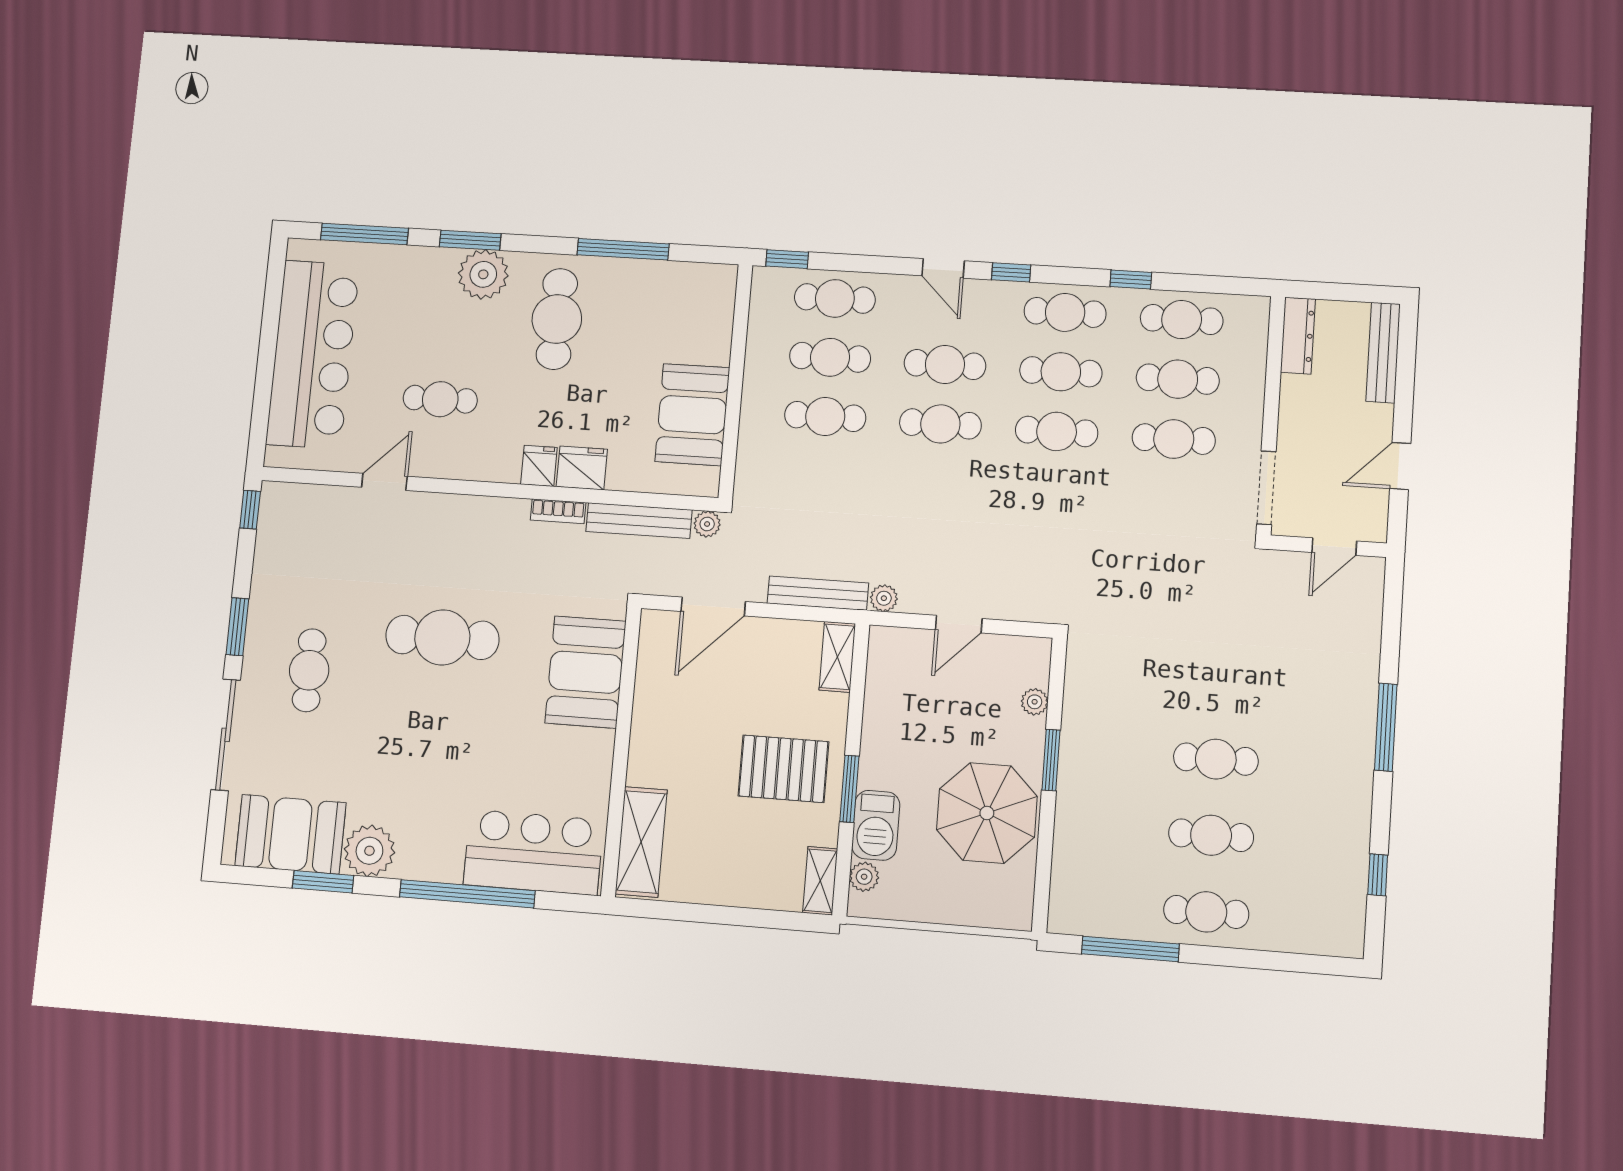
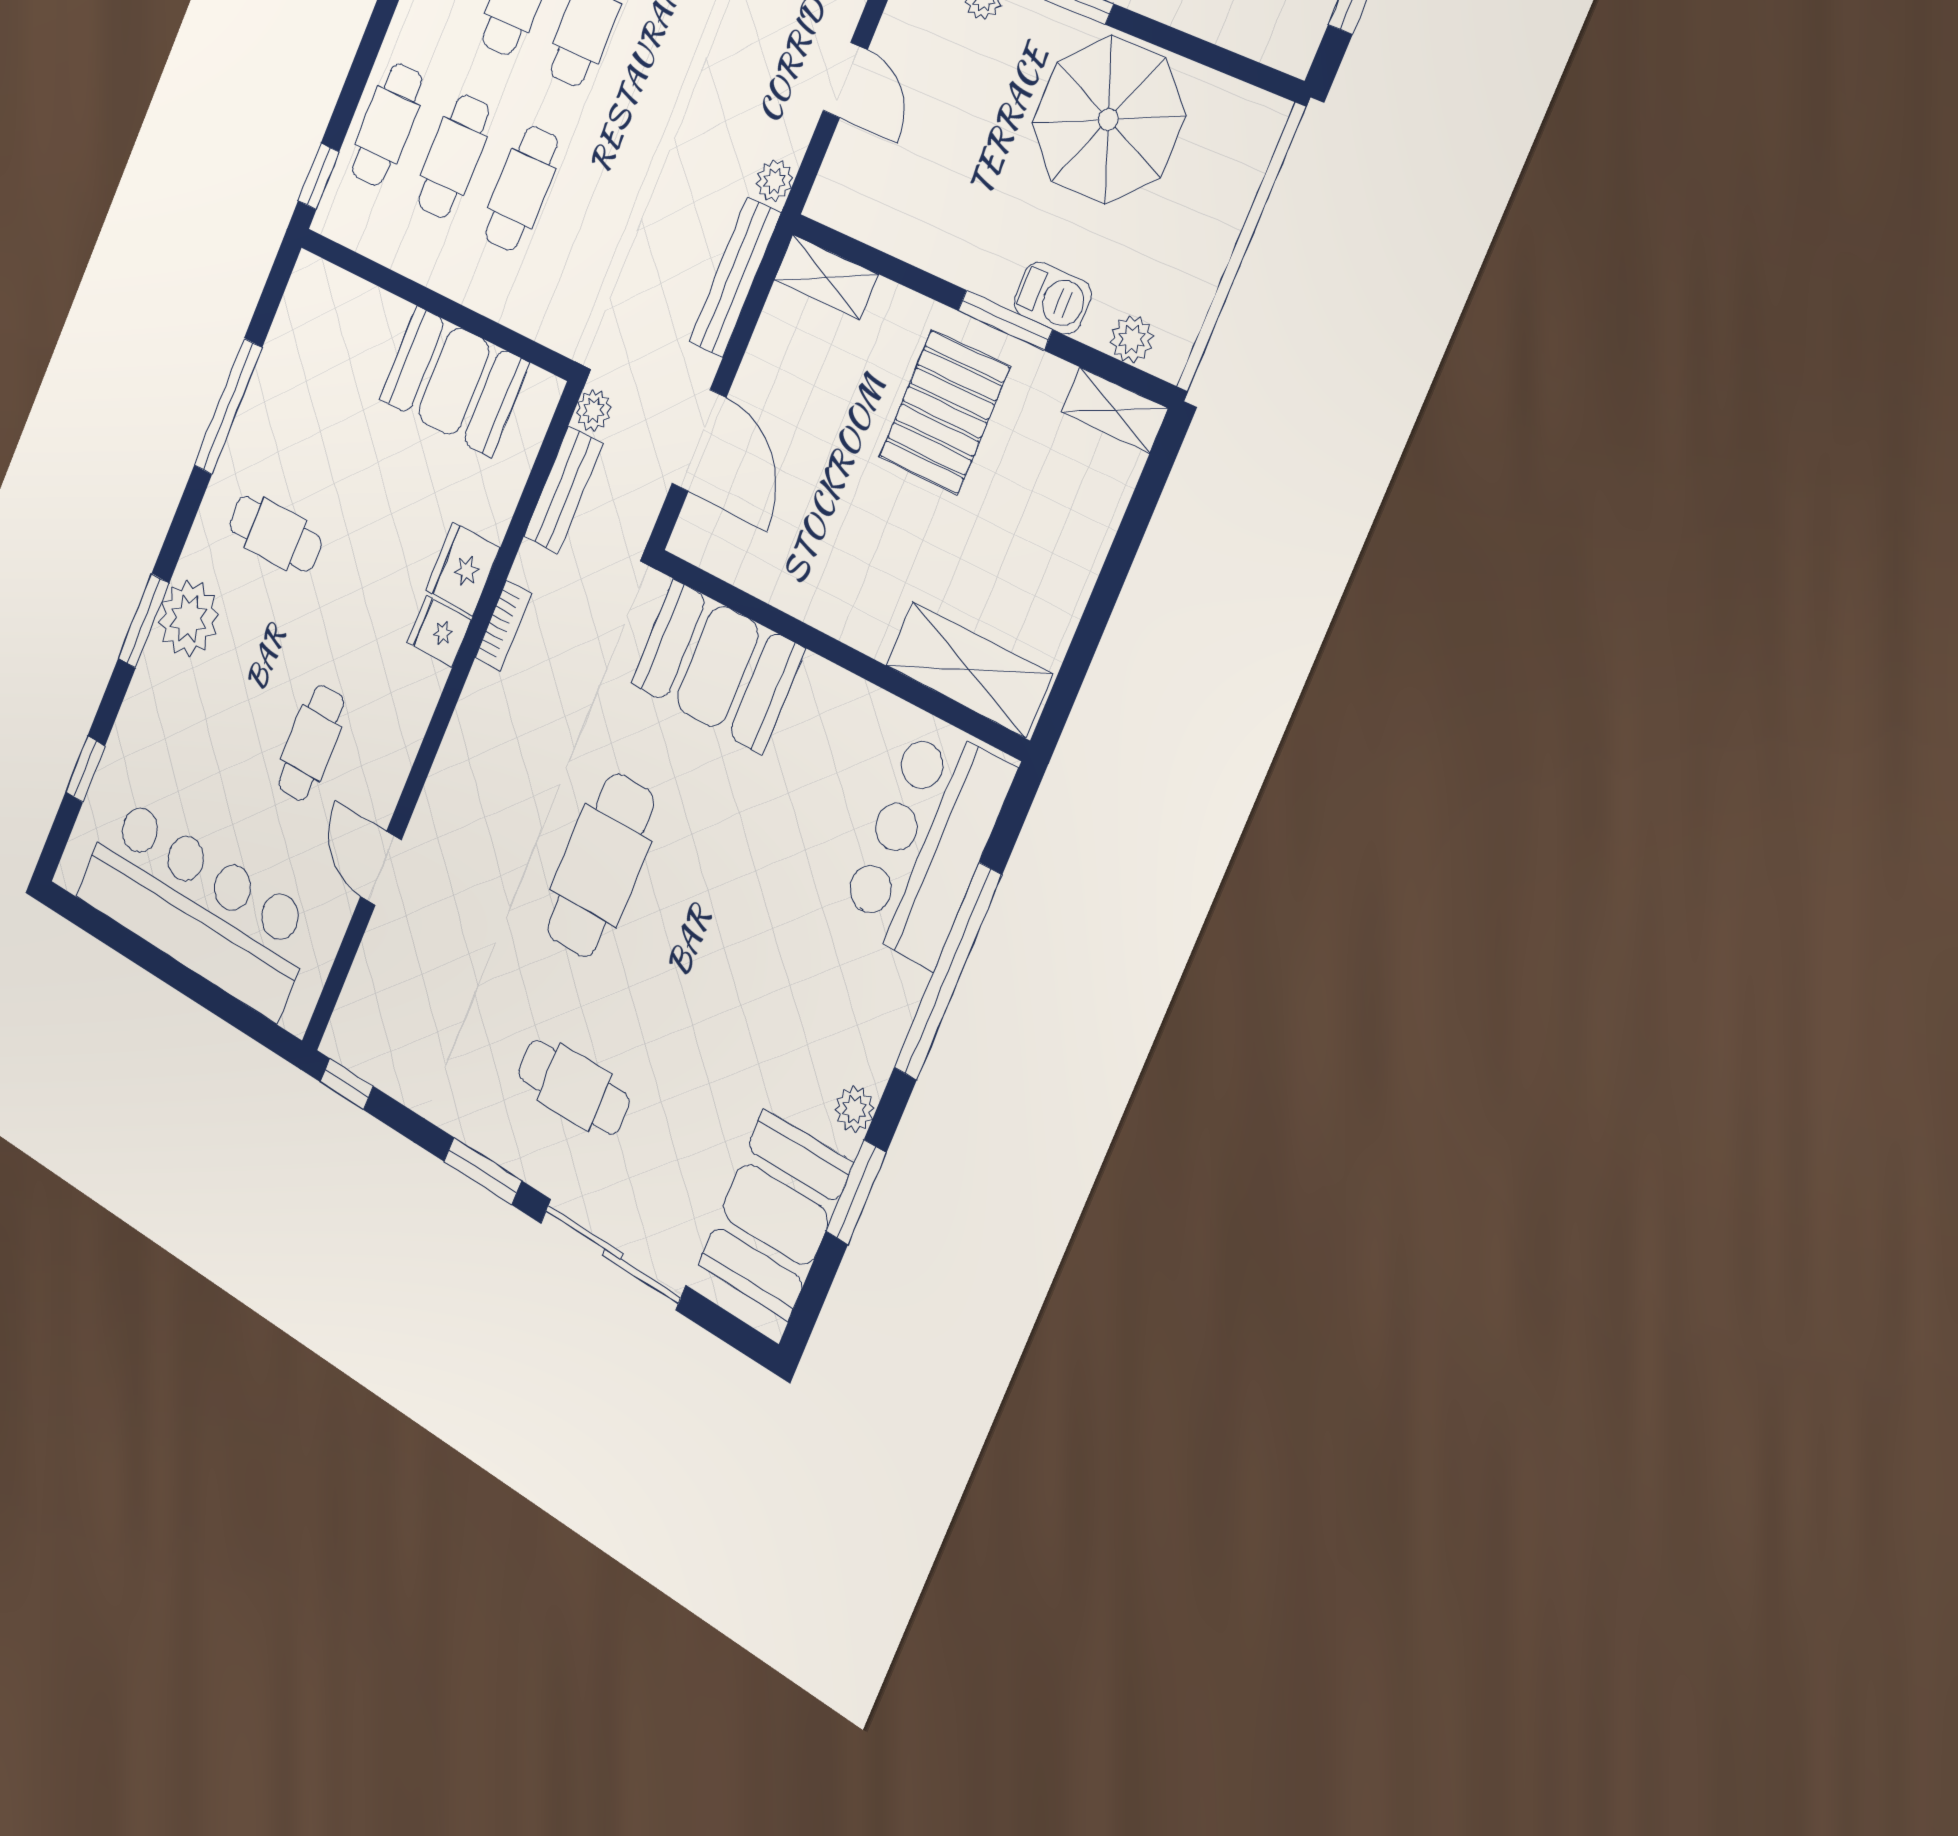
window: (365, 234) -> (85, 769), width x0.46
cafe table: (557, 319) -> (275, 534), width x0.73, depth x0.74
bench: (639, 521) -> (563, 490), width x0.73
barbecue: (876, 825) -> (1053, 298), width x0.73, depth x0.79
plant: (369, 851) -> (854, 1109), width x0.53, depth x0.53

